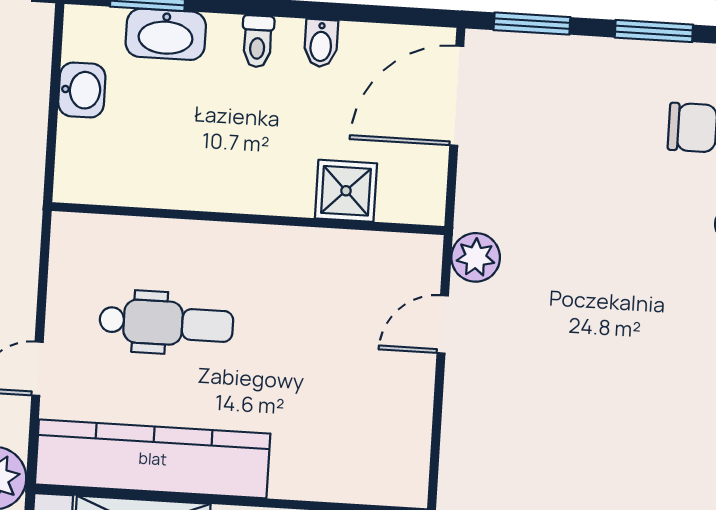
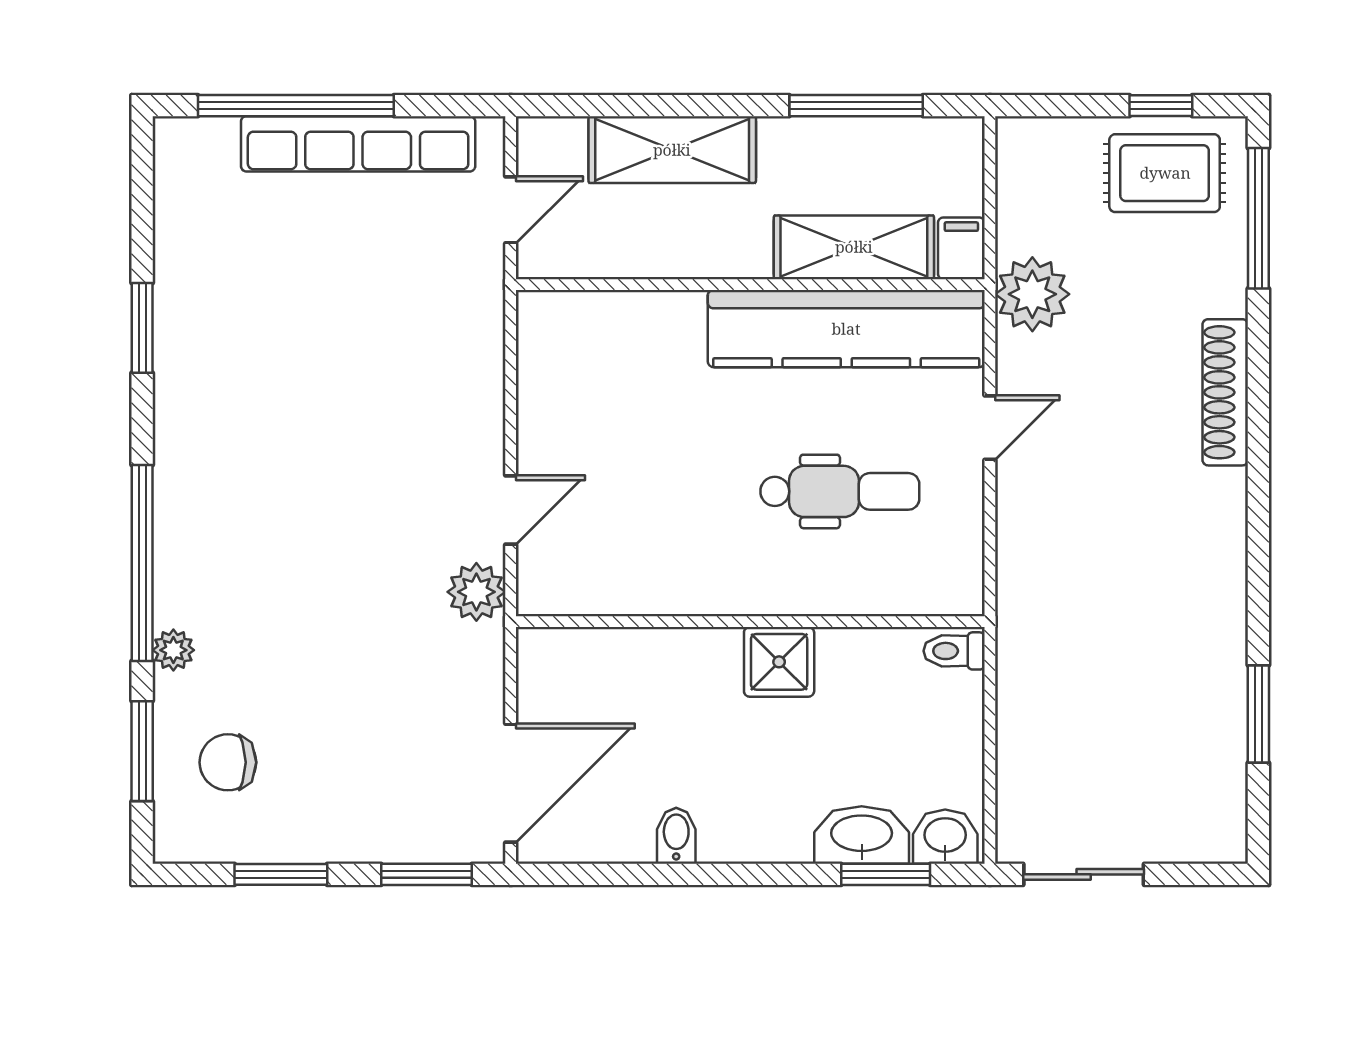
toilet: (258, 41) -> (954, 651), moved, turned -90
washbasin: (82, 90) -> (945, 837), moved, turned 90
shower: (346, 191) -> (779, 662), moved
dental chair: (166, 323) -> (840, 491), turned 180

